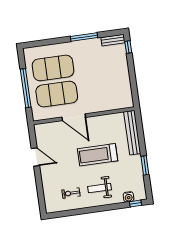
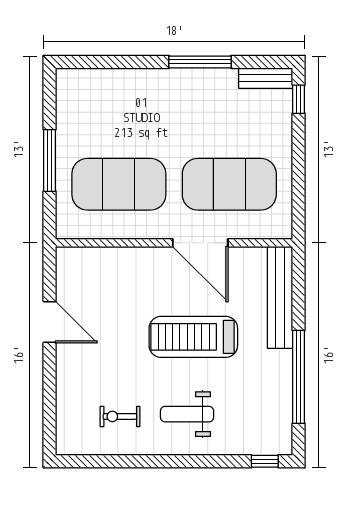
exercise mat: (53, 68) -> (229, 184), moved
window: (26, 88) -> (50, 160), width x0.68
door: (74, 117) -> (200, 243), moved
window: (145, 165) -> (299, 377), width x2.11
water cooler: (129, 197) -> (251, 444), removed

